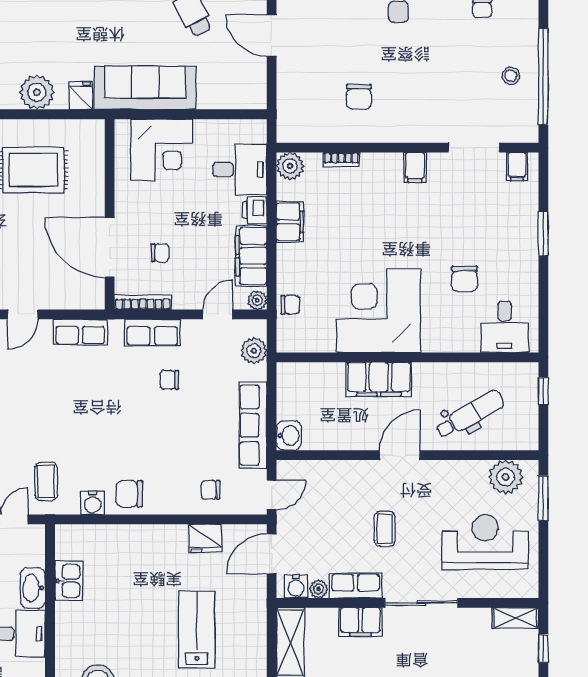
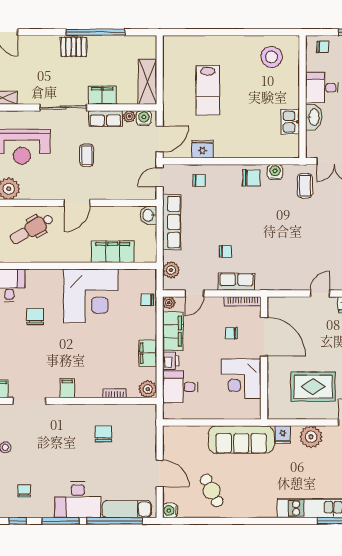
corner desk: (162, 150) -> (241, 379), moved, turned -90
row of seats: (80, 332) -> (283, 282), removed
filing cabinet: (379, 379) -> (113, 252), moved

